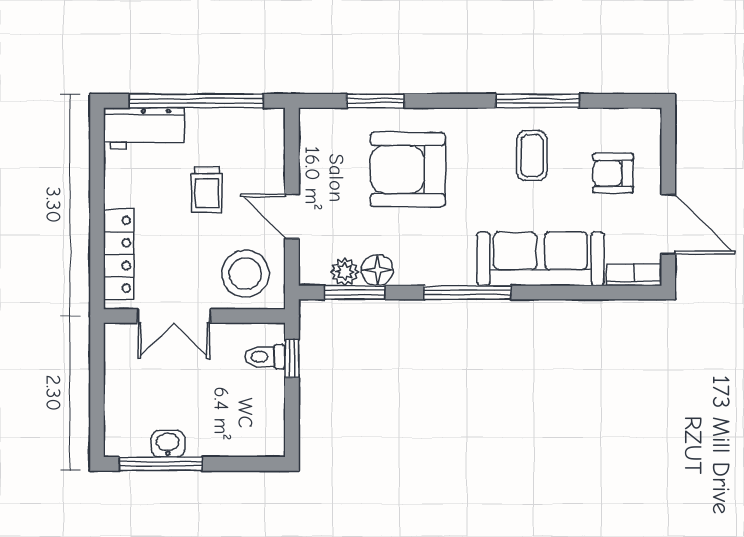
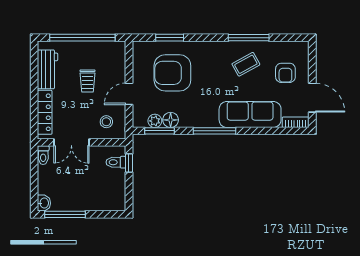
workbench: (144, 128) -> (47, 69), moved, turned -90
coffee table: (532, 156) -> (246, 64), turned 61
armchair: (408, 170) -> (172, 73), moved
armchair: (613, 173) -> (285, 73), turned -90
door: (292, 216) -> (129, 94), hinge flipped
stool: (245, 274) -> (106, 122), width x0.53, depth x0.53
toilet: (116, 342) -> (43, 155), added
washbasin: (168, 444) -> (44, 203), moved, turned 90

